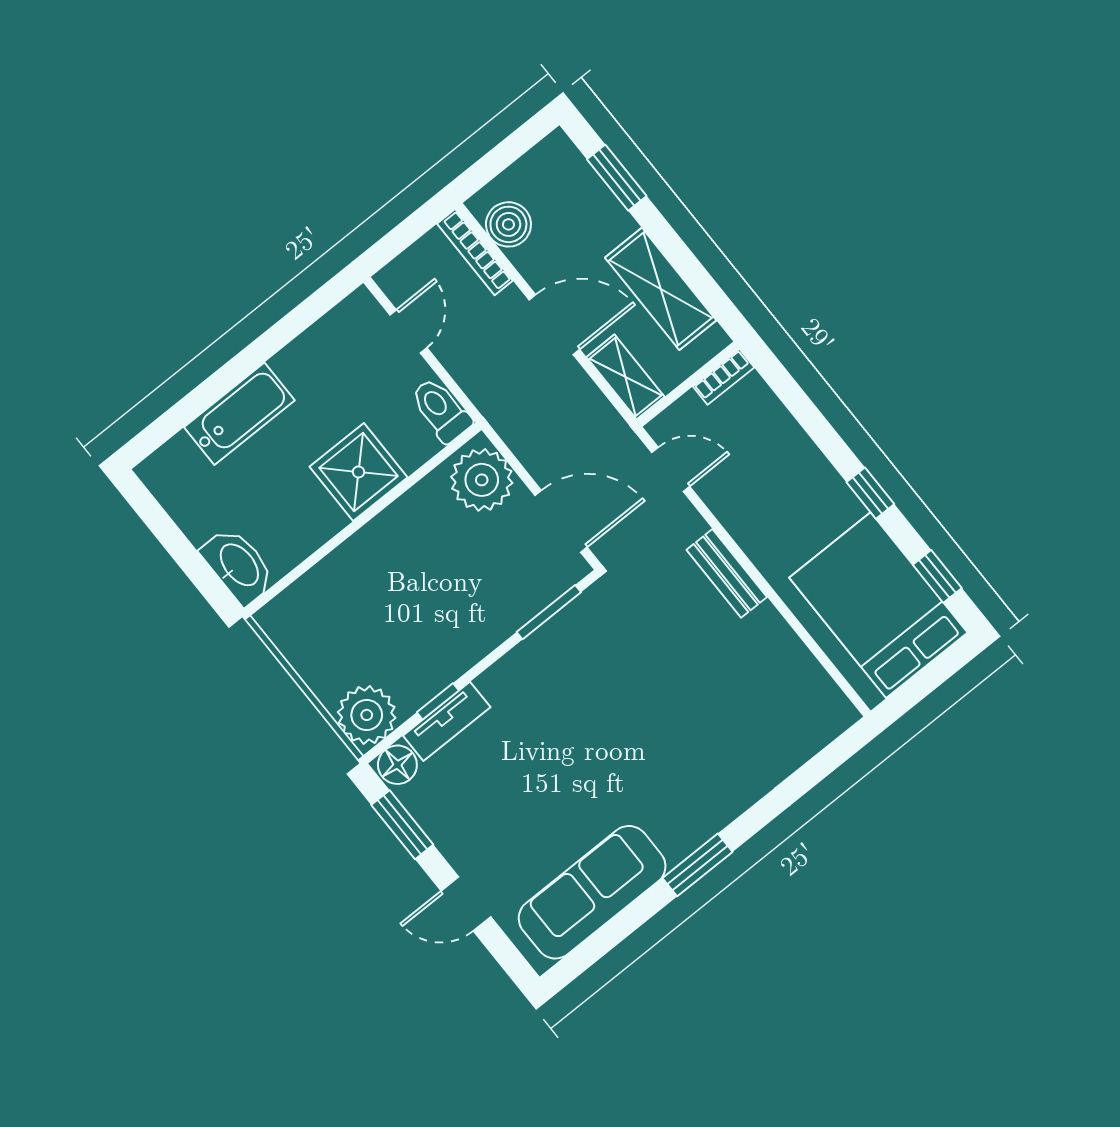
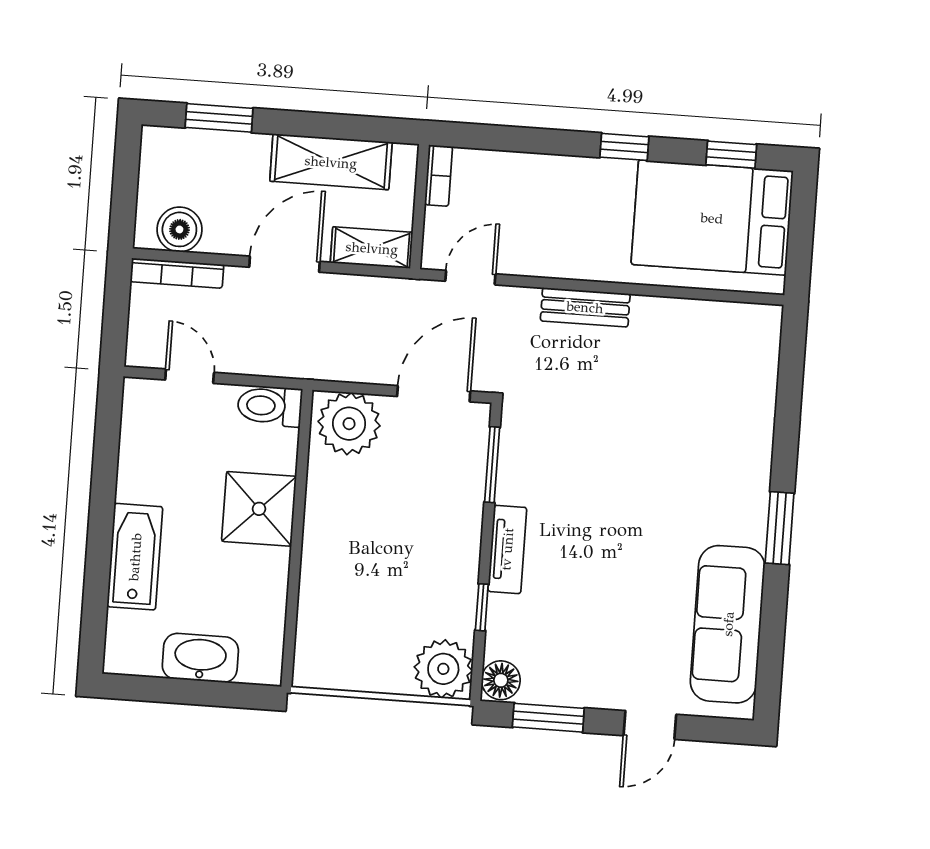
washbasin: (238, 566) -> (200, 658), moved
tv unit: (447, 721) -> (507, 549), moved

